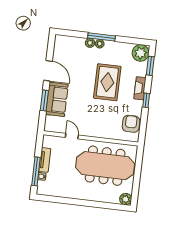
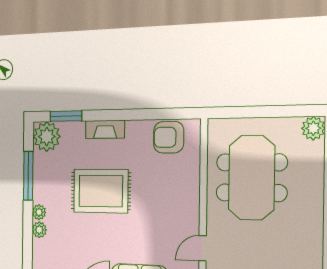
window: (102, 37) -> (28, 176), moved
window: (146, 100) -> (124, 115), removed
meeting table: (105, 166) -> (252, 178), width x0.73

